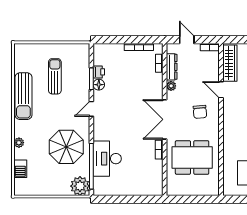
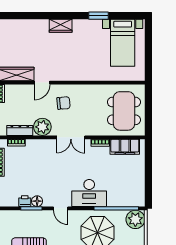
plant: (171, 86) -> (42, 127), width x1.88, depth x1.88
double door: (165, 119) -> (71, 137), width x0.73
dining table: (192, 157) -> (124, 111), moved
desk: (107, 159) -> (89, 193), moved
filing cabinet: (155, 175) -> (125, 147), added

